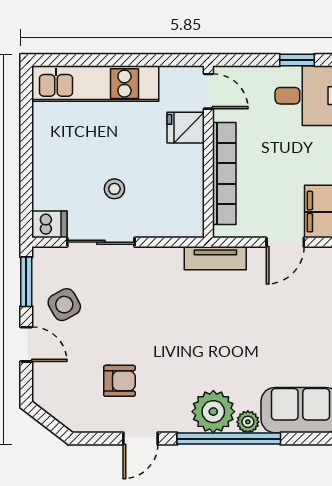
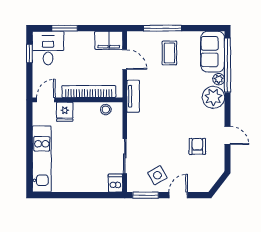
stool: (114, 189) -> (106, 110), moved
coffee table: (298, 328) -> (169, 53), added
window: (229, 439) -> (228, 65), moved

